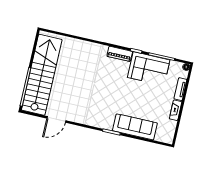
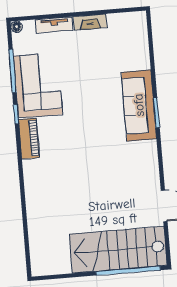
stairs: (42, 75) -> (118, 250), width x0.73
sofa: (135, 127) -> (139, 105), moved

